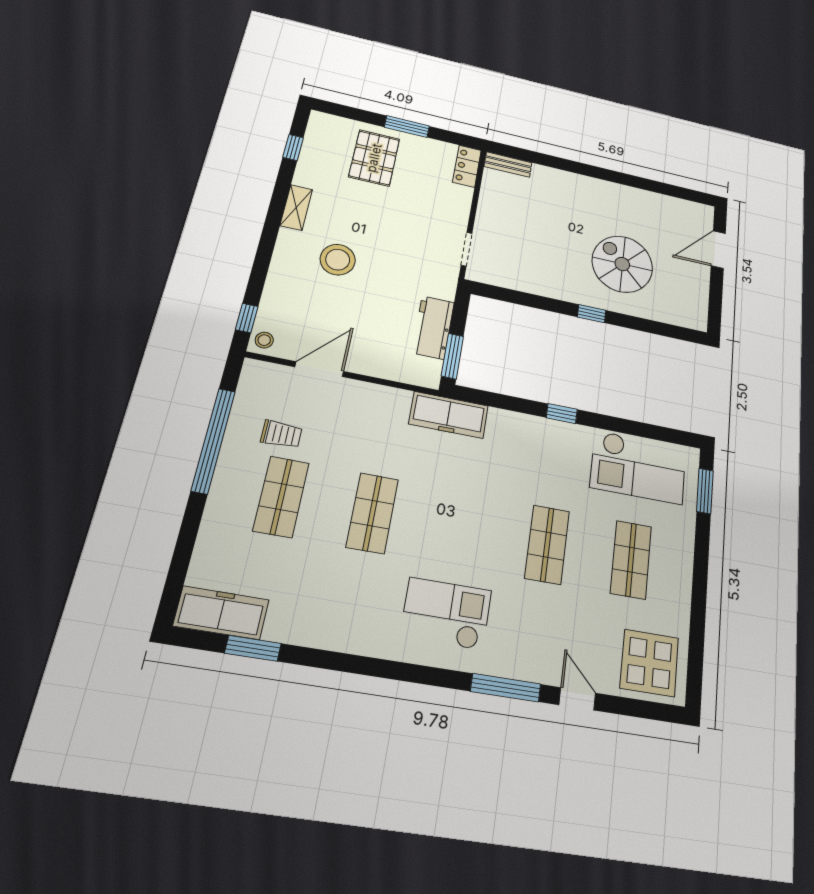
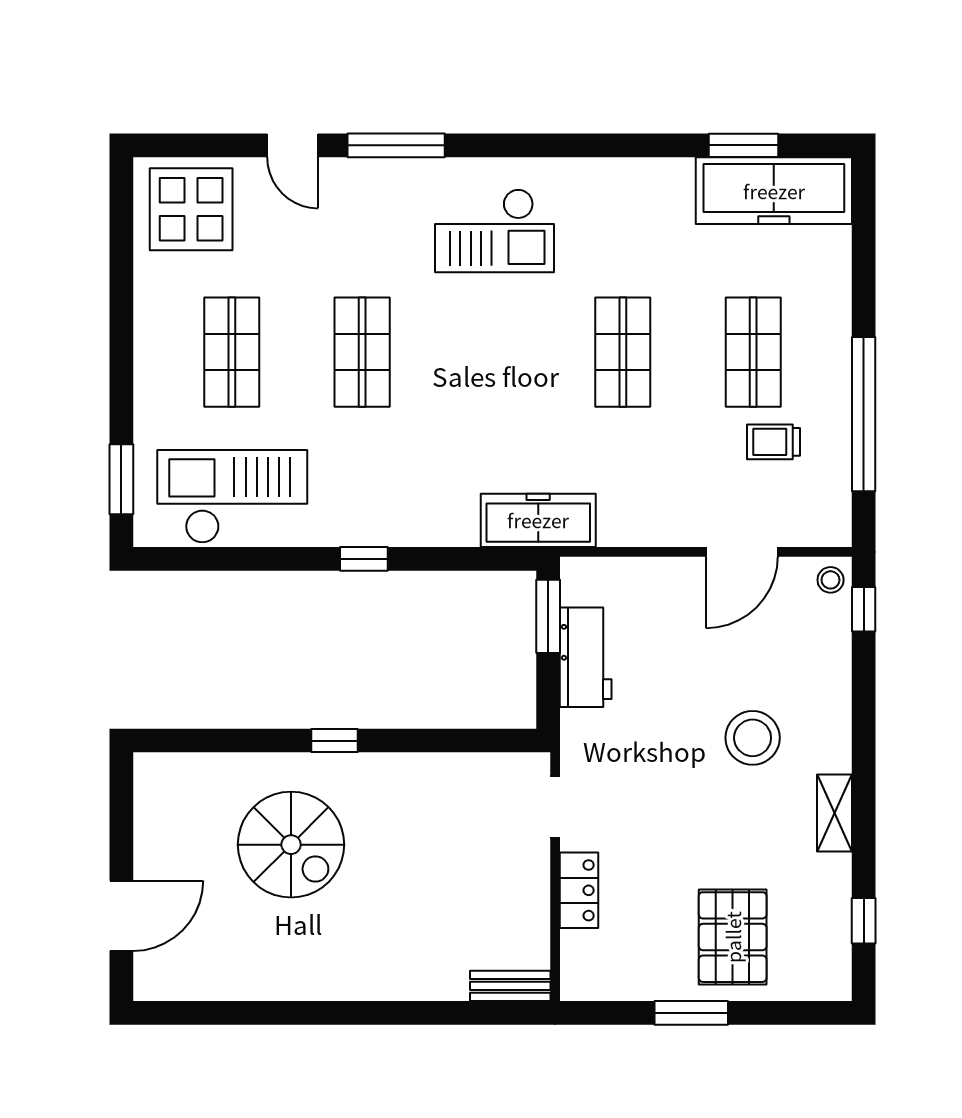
locker: (467, 166) -> (579, 890), moved
freezer: (221, 613) -> (774, 191), width x1.36, depth x1.26

